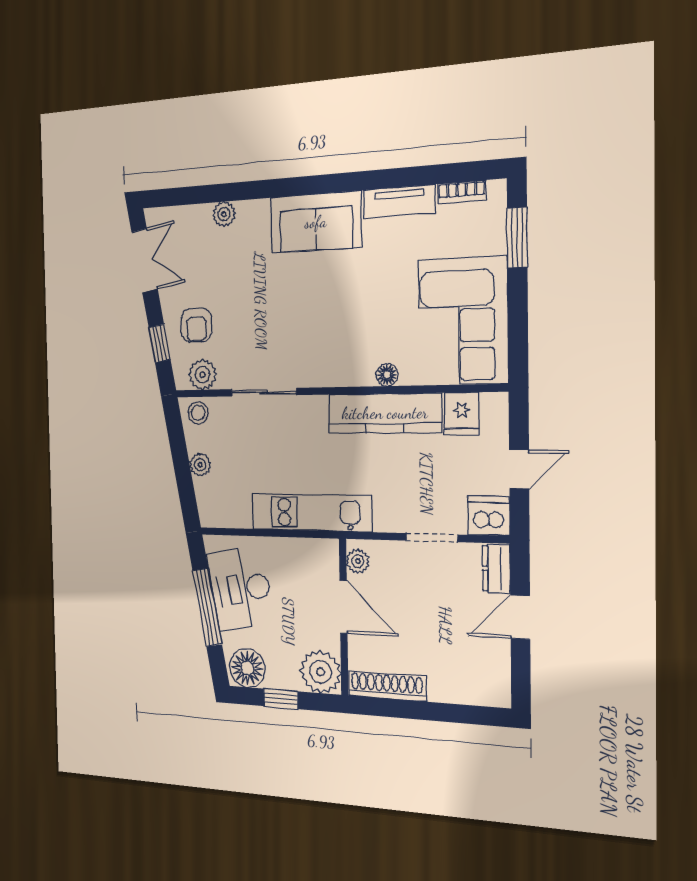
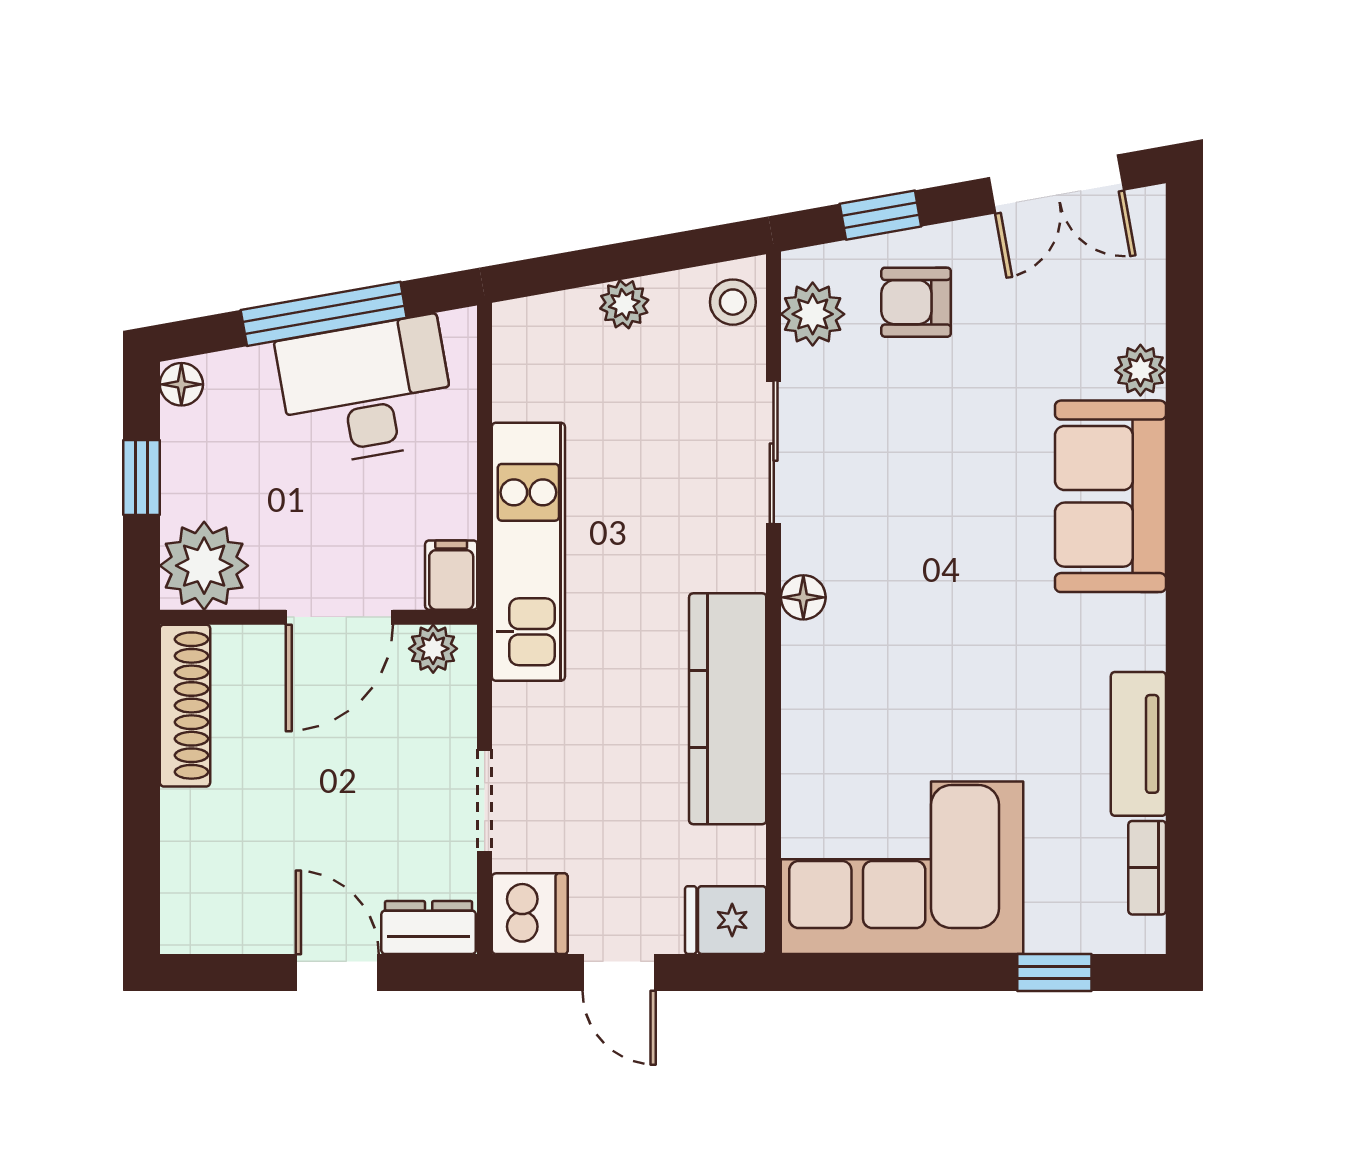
sofa: (316, 222) -> (1111, 496), moved
window: (517, 238) -> (1054, 973), width x0.67
floor lamp: (387, 375) -> (803, 597), moved
fridge: (462, 414) -> (726, 920), moved
filing cabinet: (323, 551) -> (451, 575), added
floor lamp: (247, 668) -> (181, 384), width x0.53, depth x0.53

